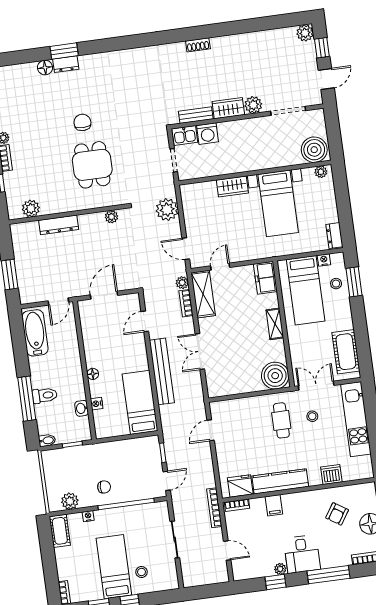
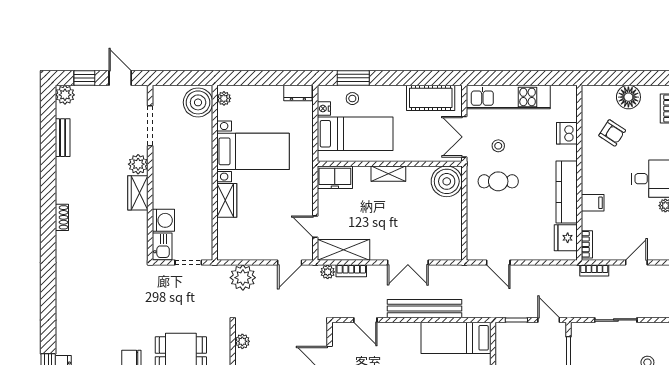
bench: (196, 115) -> (63, 138), moved
bookcase: (214, 508) -> (594, 270), width x0.64

